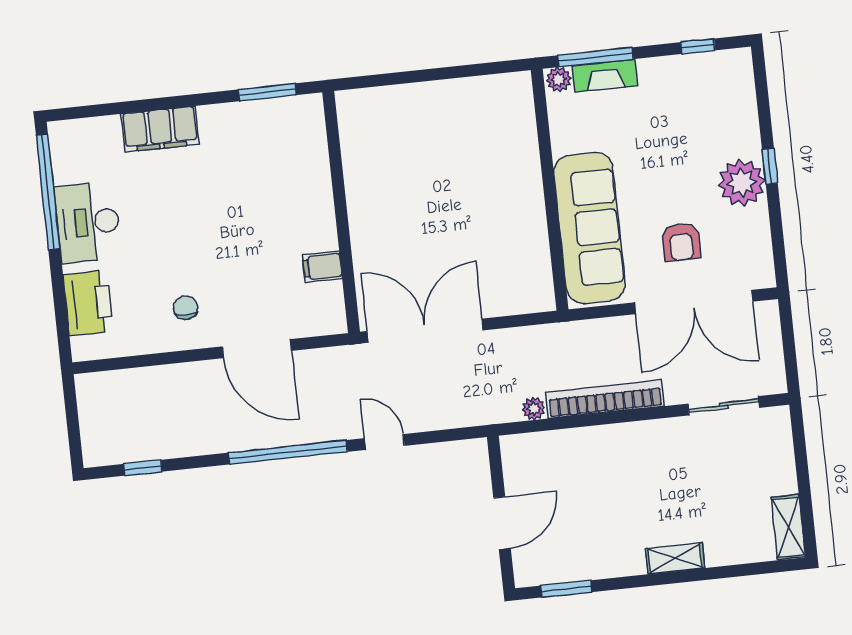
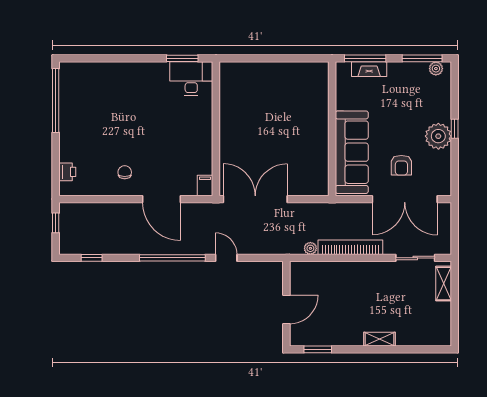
window: (698, 46) -> (422, 58), width x2.17
plant: (559, 80) -> (436, 69), moved
filing cabinet: (160, 129) -> (121, 72), removed
desk: (88, 222) -> (191, 79), moved, turned 90
filing cabinet: (322, 267) -> (205, 185), moved, turned 90
printer: (88, 303) -> (67, 172), width x0.53, depth x0.68
window: (72, 412) -> (56, 223), added
shelving: (788, 527) -> (444, 284), moved

